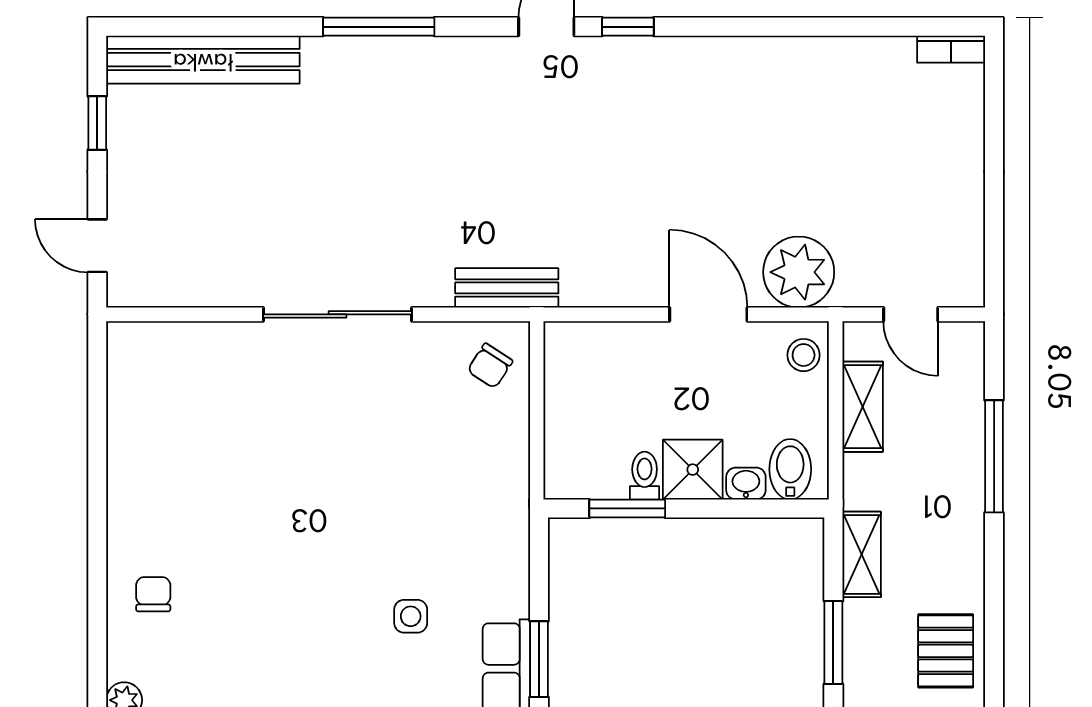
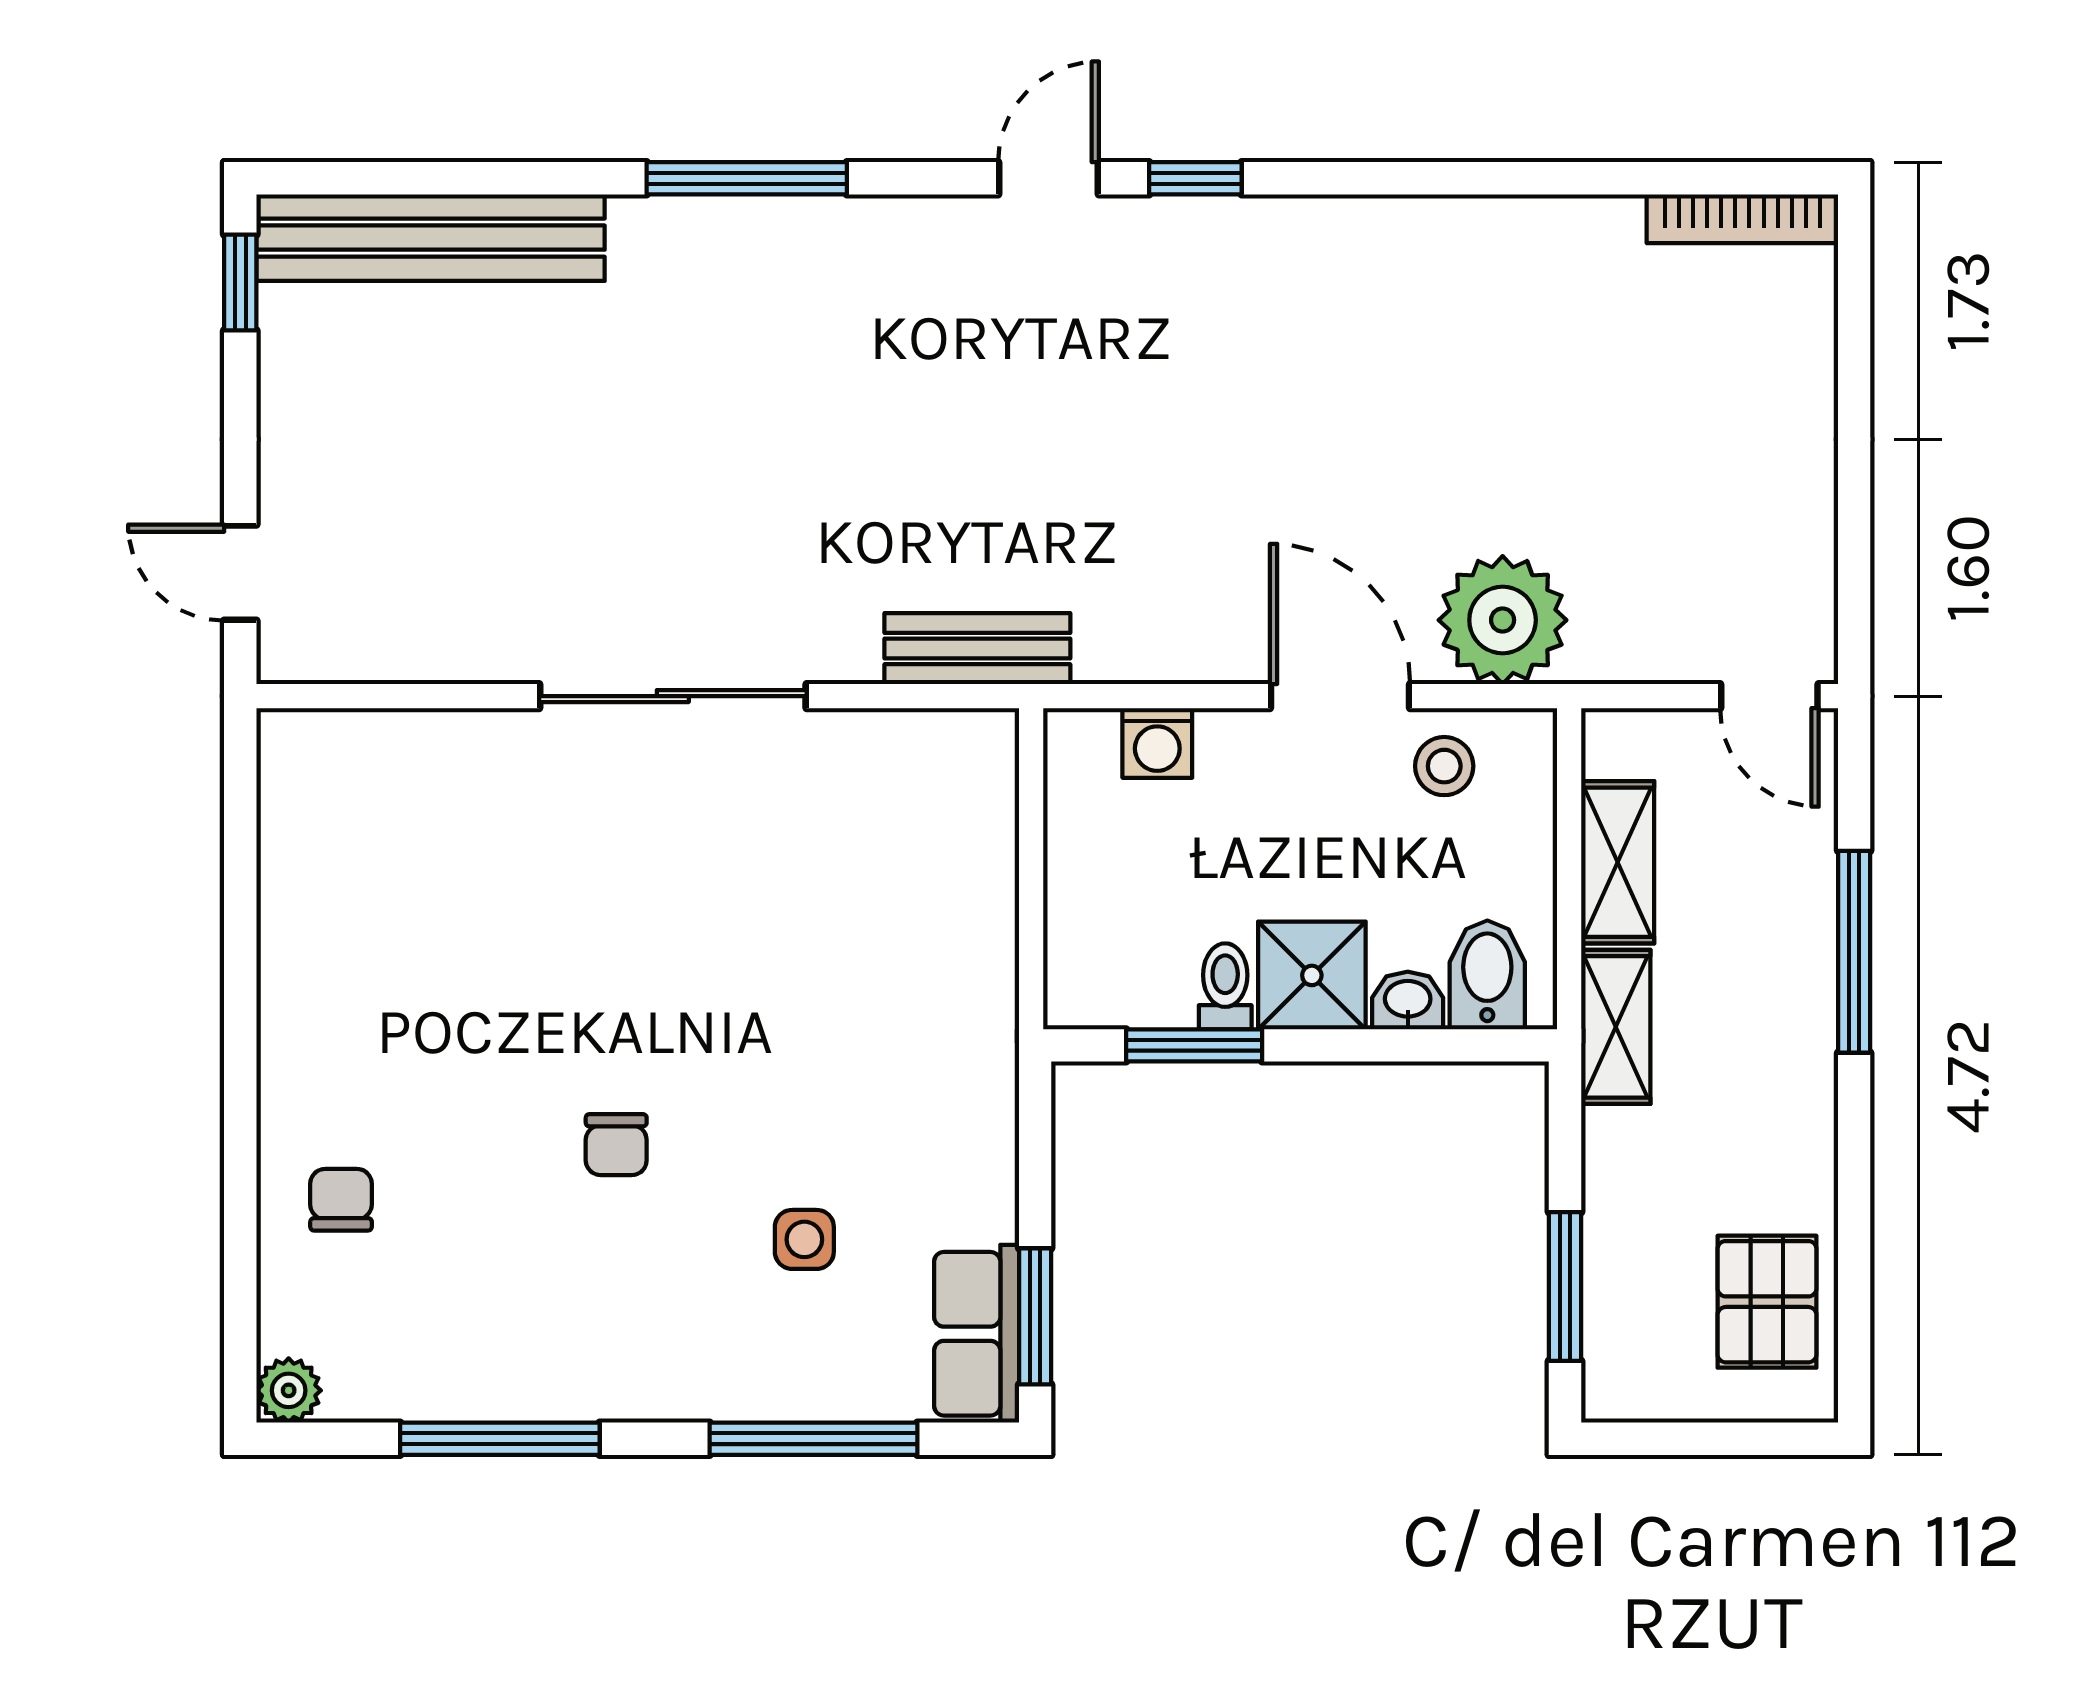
bookcase: (951, 49) -> (1742, 219), width x1.56
window: (97, 123) -> (240, 283), moved
door: (911, 314) -> (1769, 696), moved
washing machine: (607, 340) -> (1157, 743), added
stool: (804, 355) -> (1444, 766), moved
chair: (490, 366) -> (616, 1145), moved, turned -33
shelving: (862, 554) -> (1616, 1027), moved

